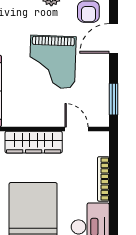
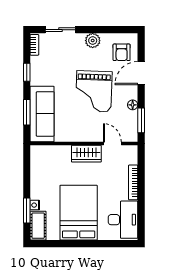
floor lamp: (103, 79) -> (133, 105), added
wardrobe: (34, 142) -> (86, 154), width x0.67

